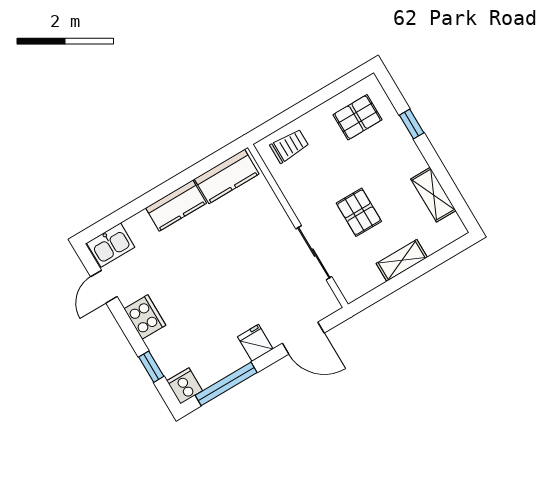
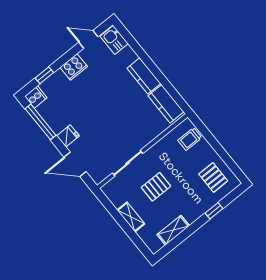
trolley: (289, 146) -> (190, 139), turned 90
door: (303, 338) -> (75, 164), hinge flipped

